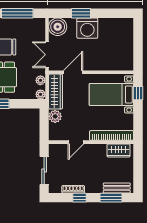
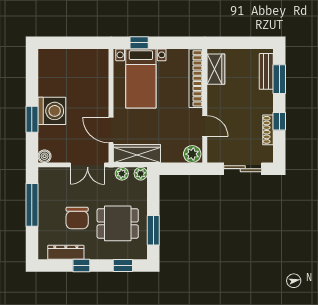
boiler: (58, 27) -> (45, 156), width x0.54, depth x0.54
plant: (55, 116) -> (192, 154), moved

